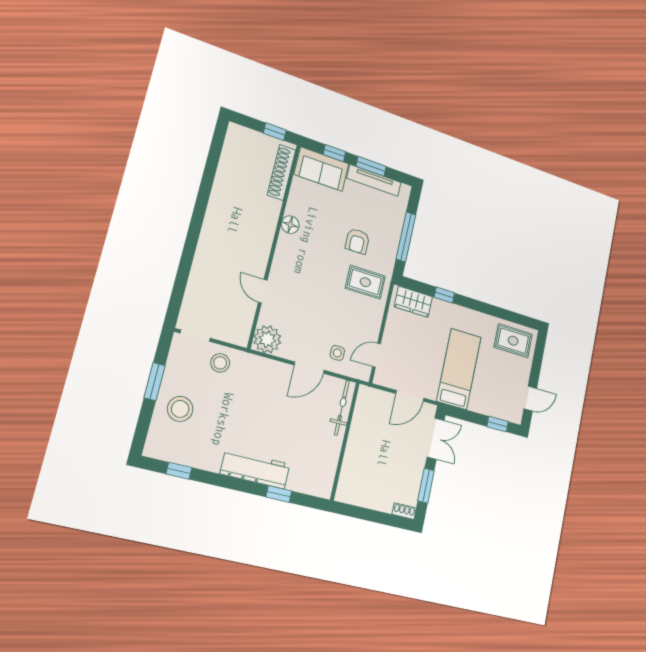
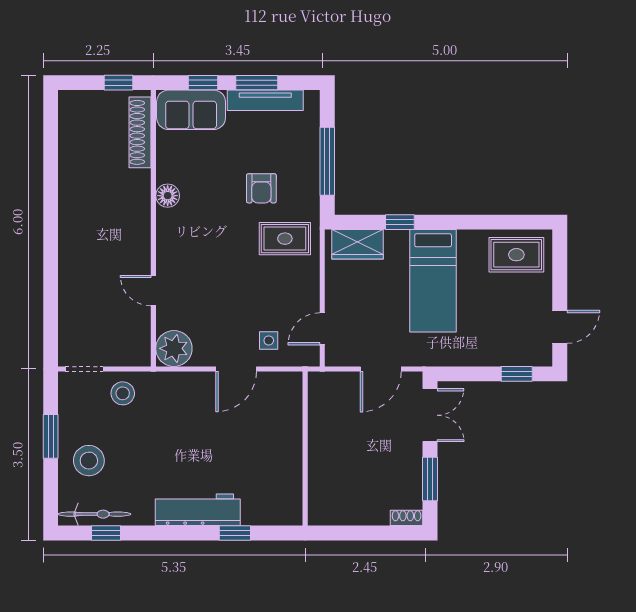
bed: (459, 369) -> (433, 281), moved, turned 180
bicycle: (342, 408) -> (94, 514), moved, turned 90

